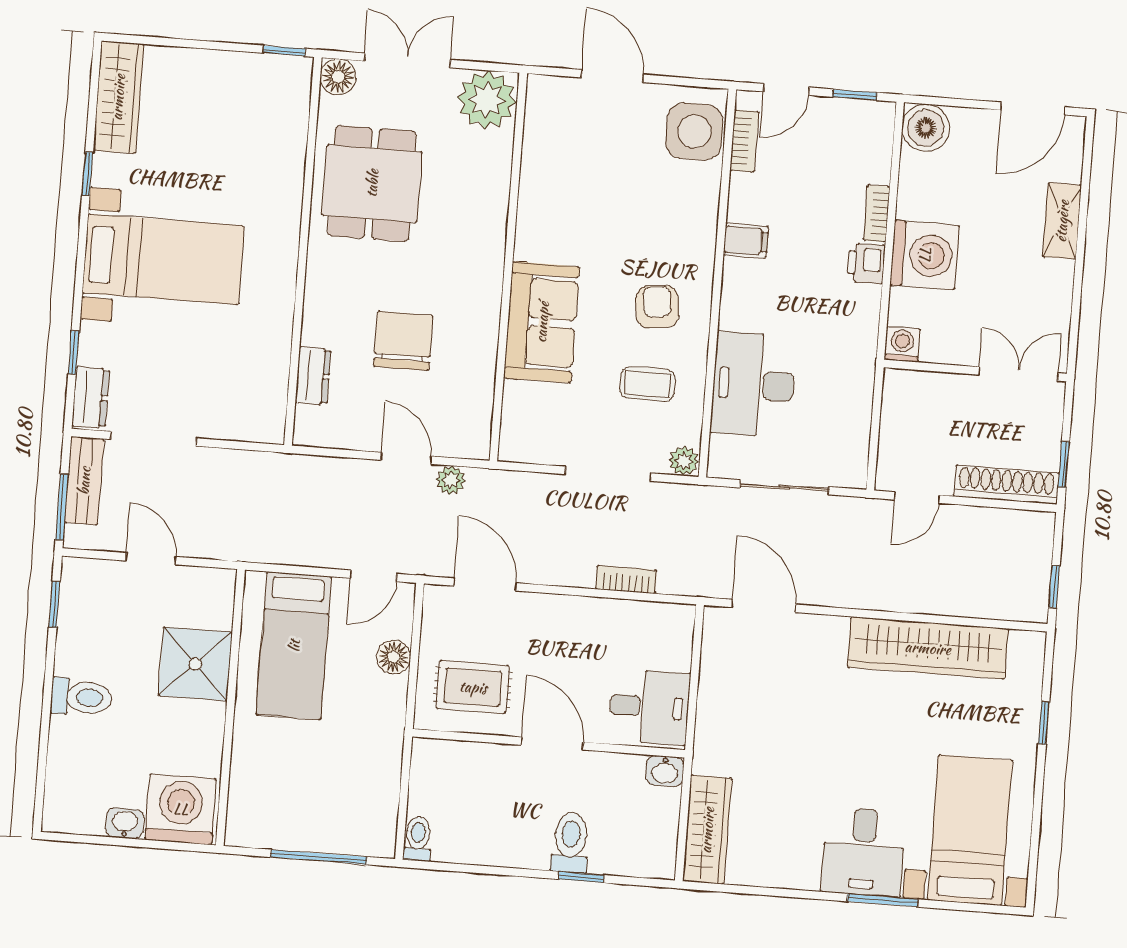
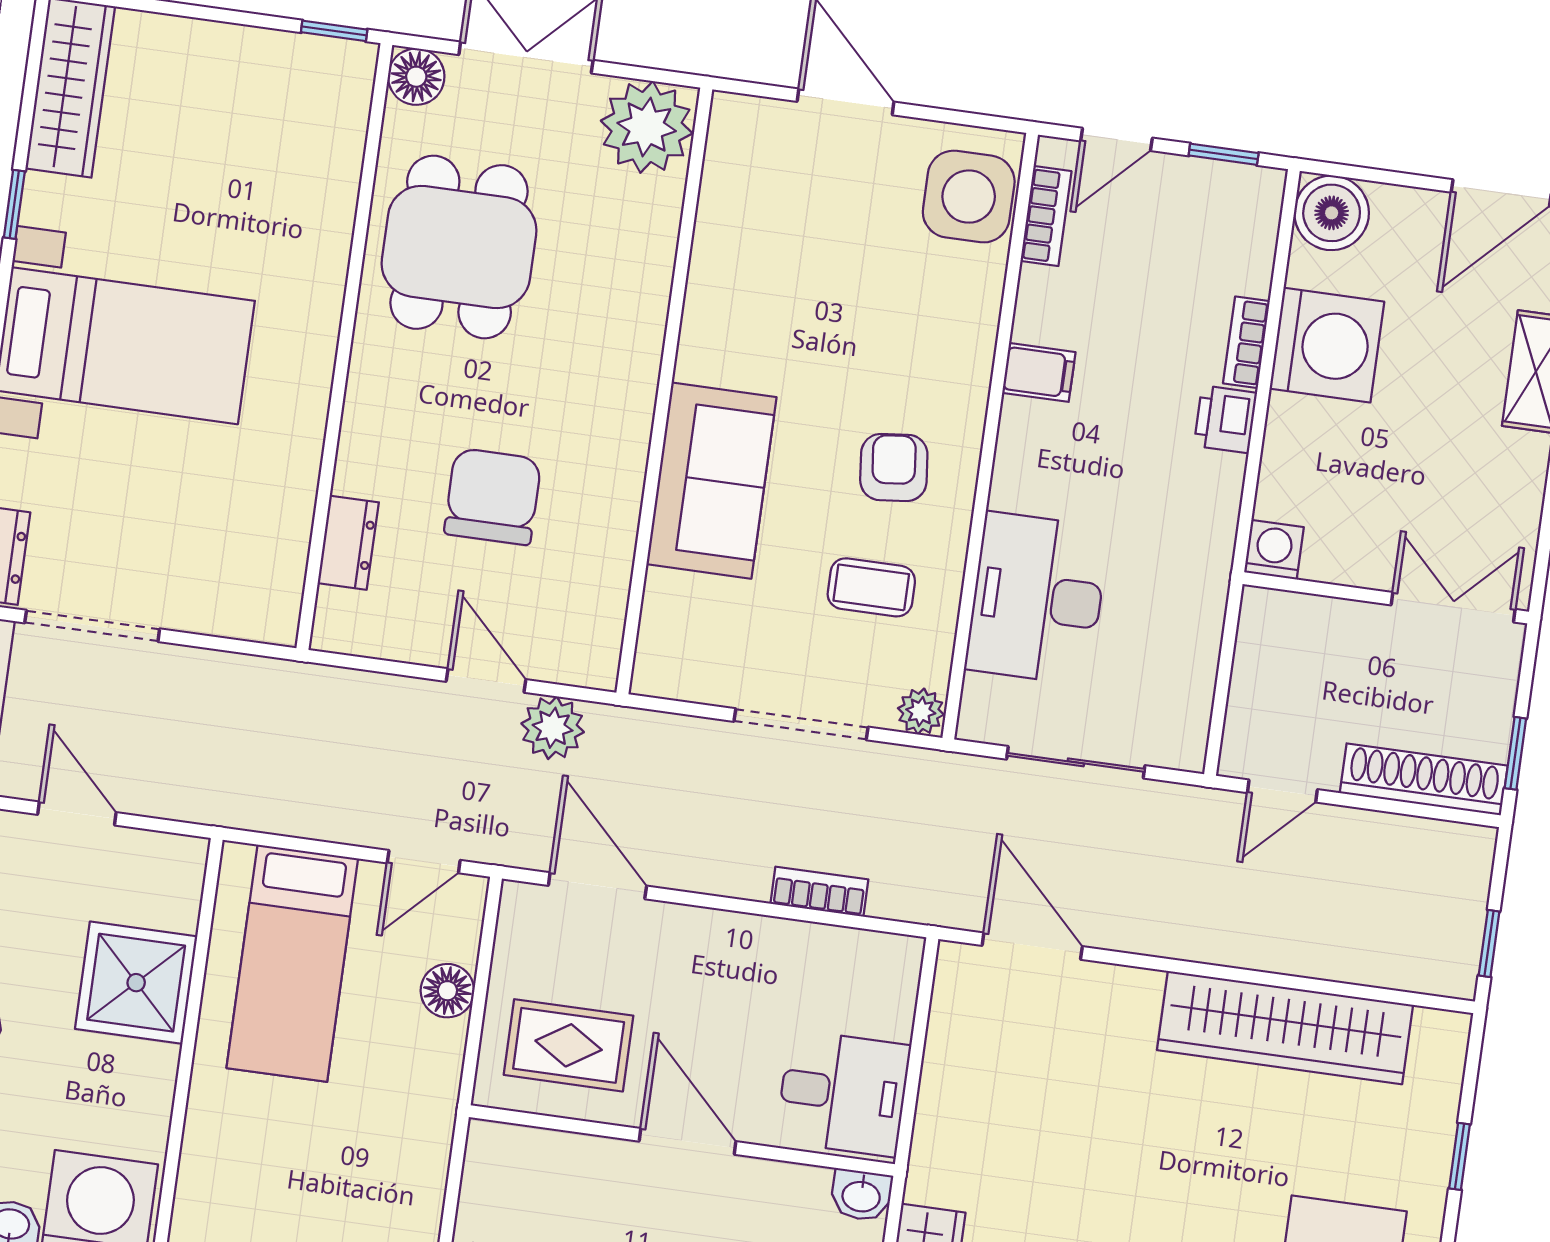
washing machine: (925, 255) -> (1327, 345), moved
plant: (451, 480) -> (553, 728), width x1.38, depth x1.38

